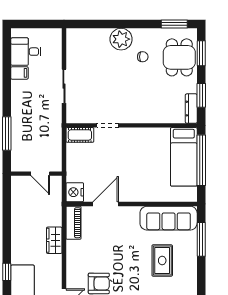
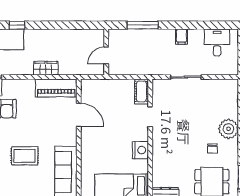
filing cabinet: (19, 73) -> (181, 37), moved
nightstand: (75, 192) -> (140, 150), moved, turned 90
piano: (74, 223) -> (56, 88), width x1.37, depth x1.33
rug: (162, 260) -> (25, 156), moved

